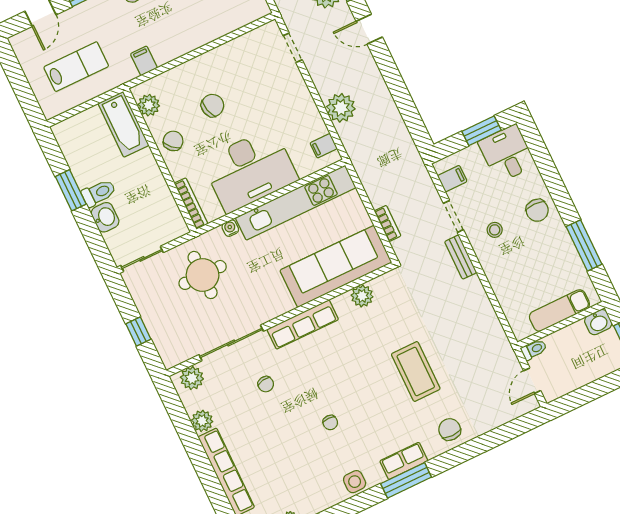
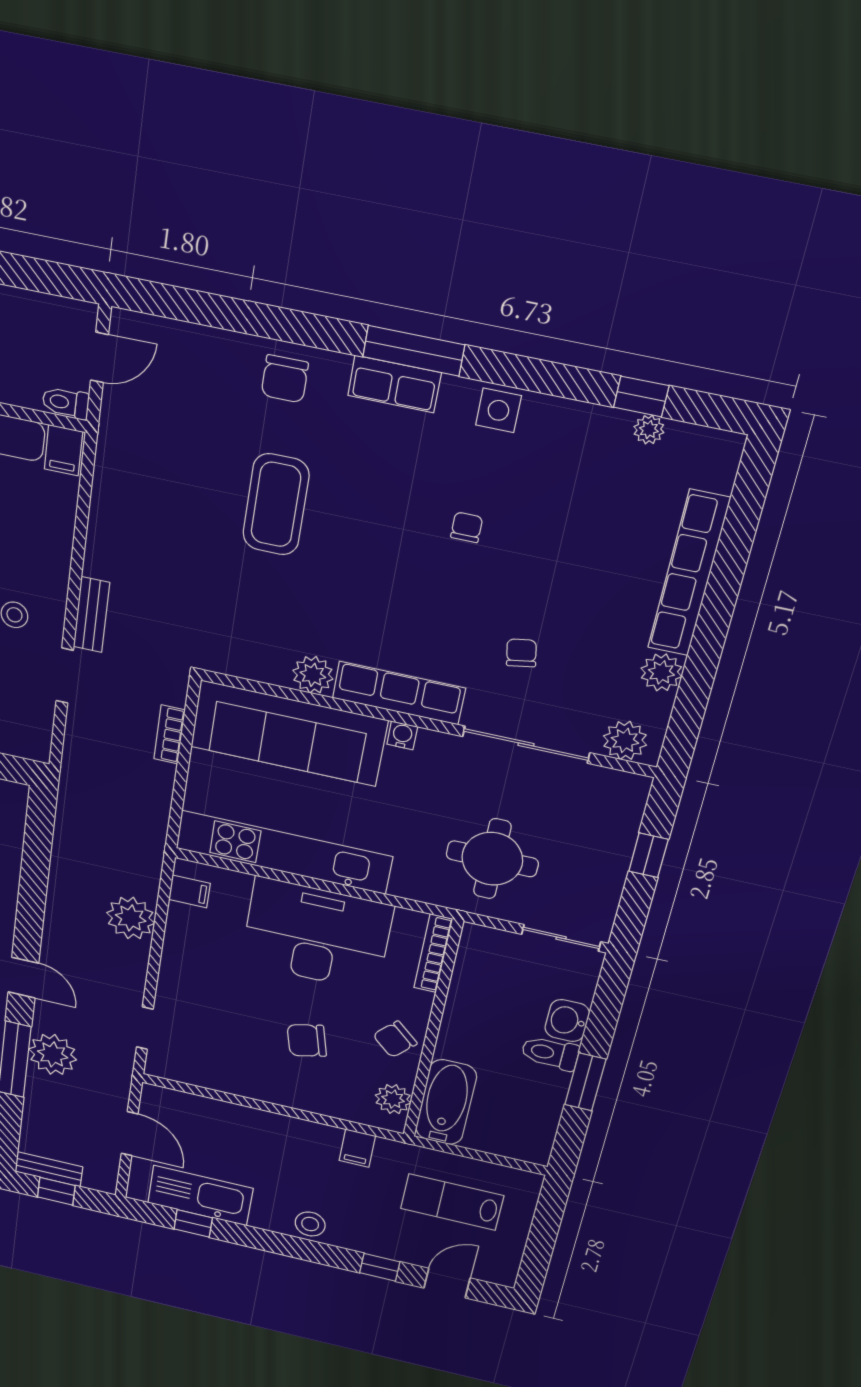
filing cabinet: (452, 179) -> (63, 450), moved, turned -90
water cooler: (230, 228) -> (402, 735), moved, turned 180
plant: (362, 296) -> (313, 675), moved

